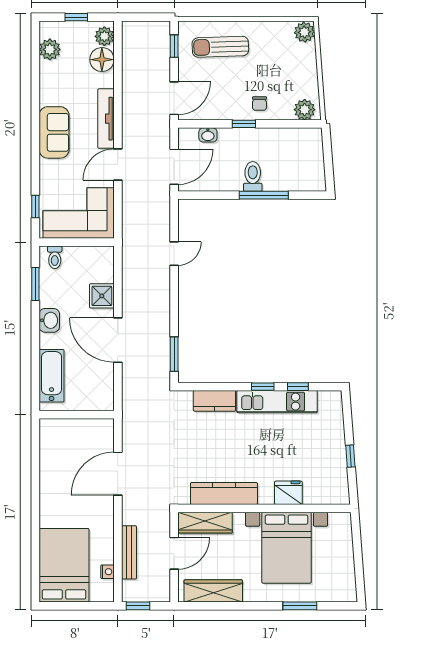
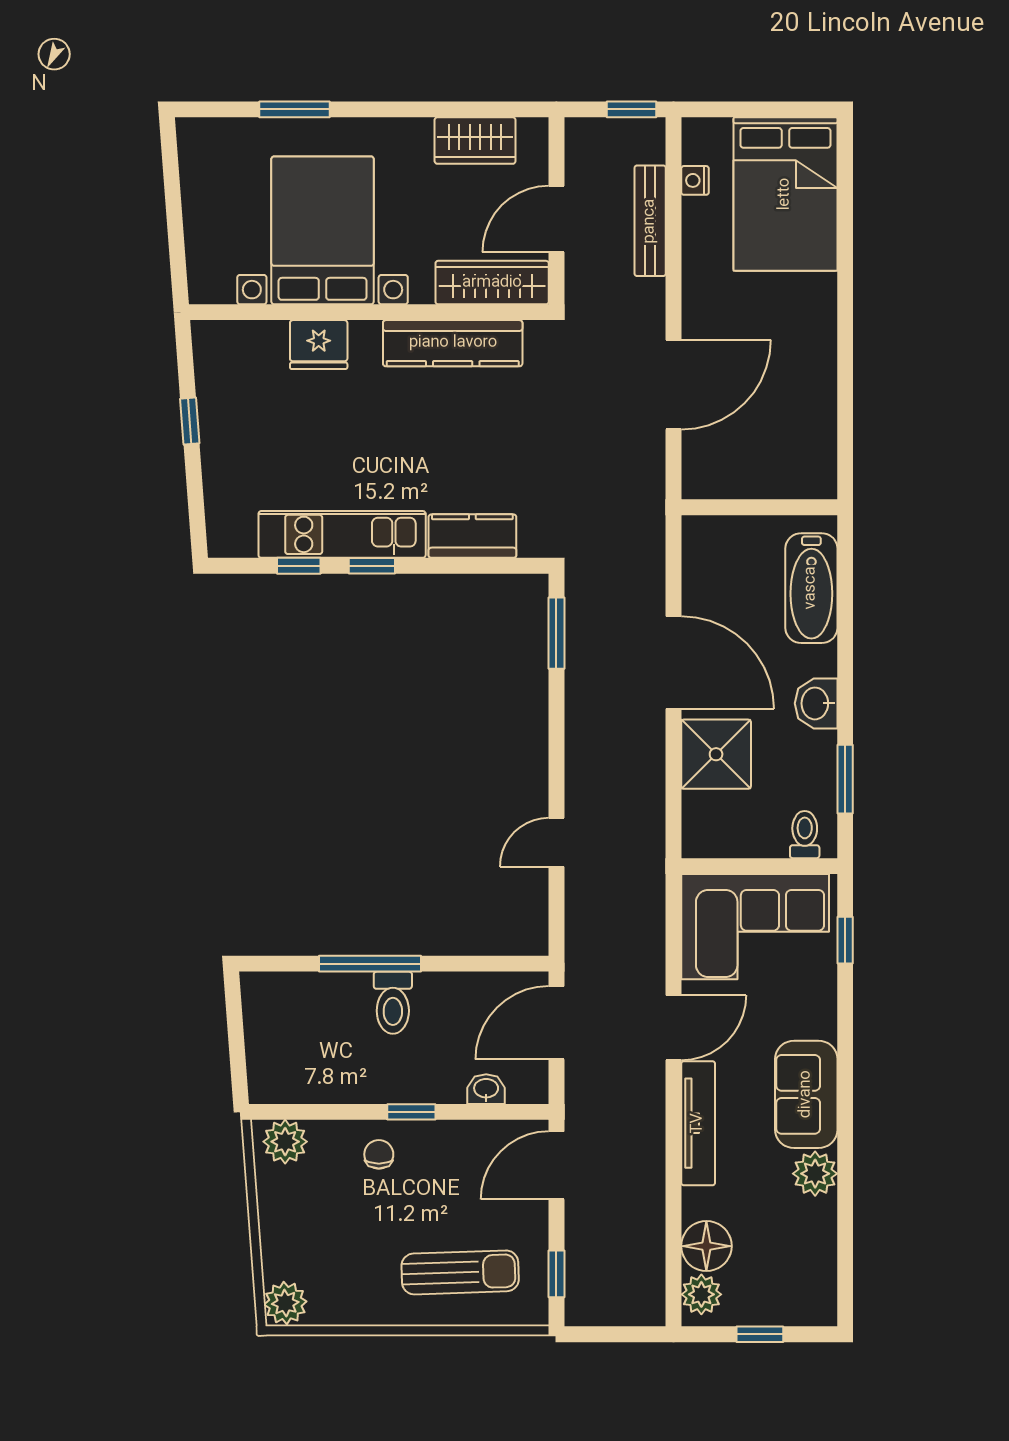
plant: (50, 49) -> (815, 1174), moved
shower: (102, 296) -> (716, 754), width x1.36, depth x1.36
wardrobe: (213, 591) -> (475, 141), width x0.67

